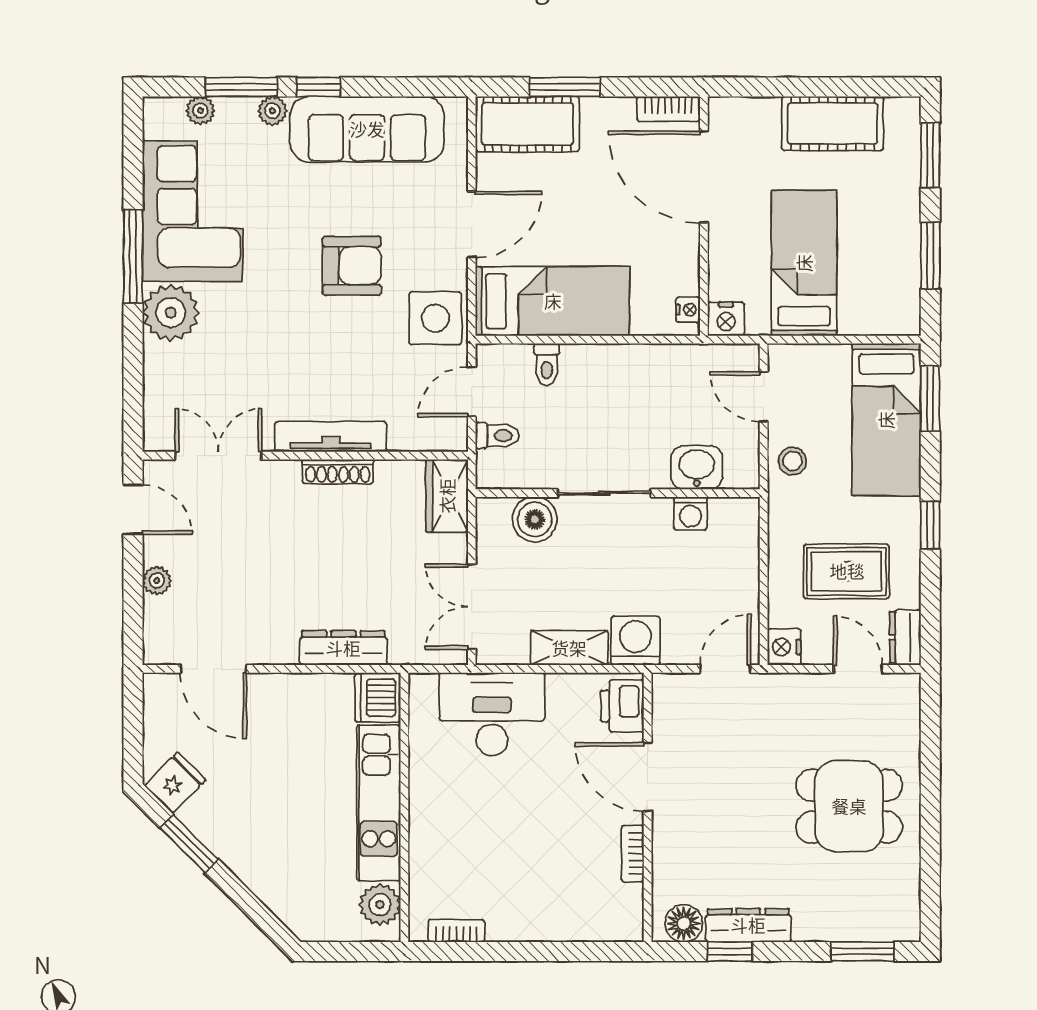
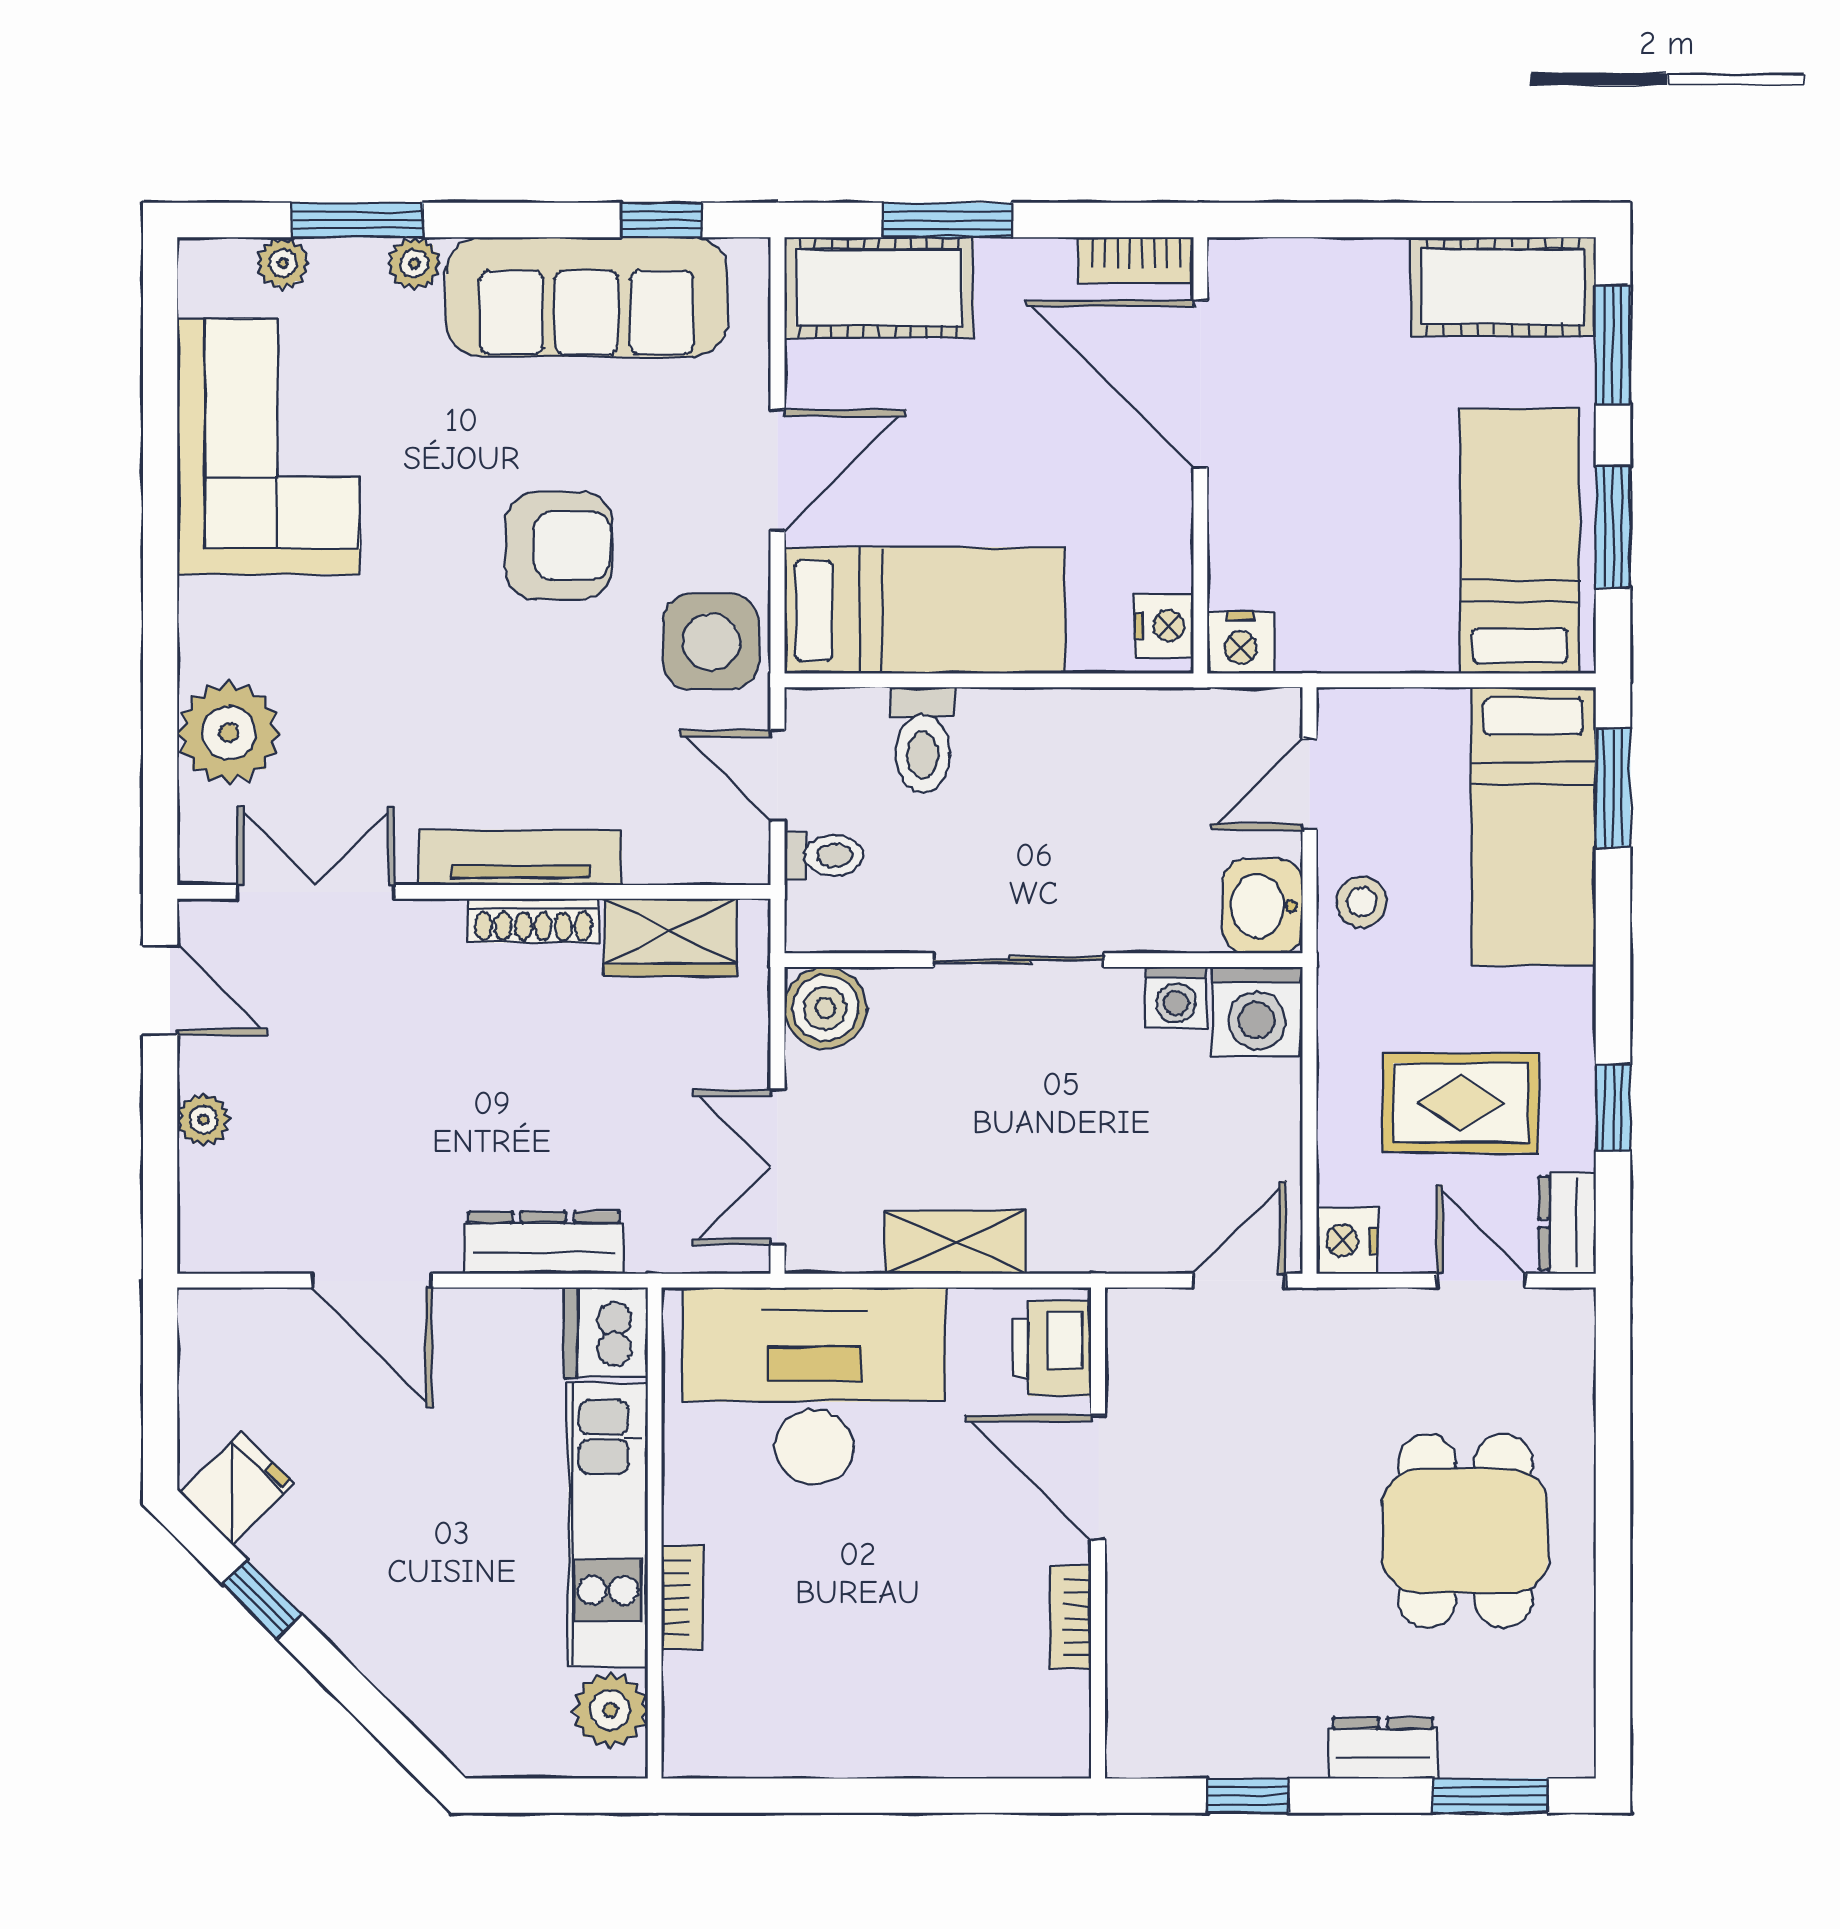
window: (318, 87) -> (661, 220), moved
cot: (833, 123) -> (1503, 286), moved
window: (133, 256) -> (160, 529), removed
bed: (804, 263) -> (1520, 541), moved
nightstand: (688, 310) -> (1164, 626), width x1.39, depth x1.35
plant: (171, 313) -> (229, 733), moved
toilet: (547, 364) -> (923, 740), width x1.37, depth x1.39
door: (472, 392) -> (777, 776), hinge flipped
door: (764, 397) -> (1309, 784), hinge flipped
washbasin: (697, 467) -> (1263, 906), moved, turned -90
wardrobe: (447, 496) -> (670, 937), moved, turned -90
boiler: (535, 519) -> (825, 1008), moved
window: (930, 525) -> (1613, 1108), moved
washing machine: (635, 641) -> (1257, 1012), moved, turned 180
door: (213, 669) -> (372, 1281), moved
desk: (492, 714) -> (814, 1386), width x1.36, depth x1.30
dining table: (849, 806) -> (1465, 1531), turned 90
window: (189, 844) -> (262, 1599), width x0.67
floor lamp: (684, 923) -> (1164, 1744), removed
dresser: (748, 925) -> (1383, 1748), moved, width x0.70
bookcase: (456, 931) -> (682, 1597), moved, turned 90

